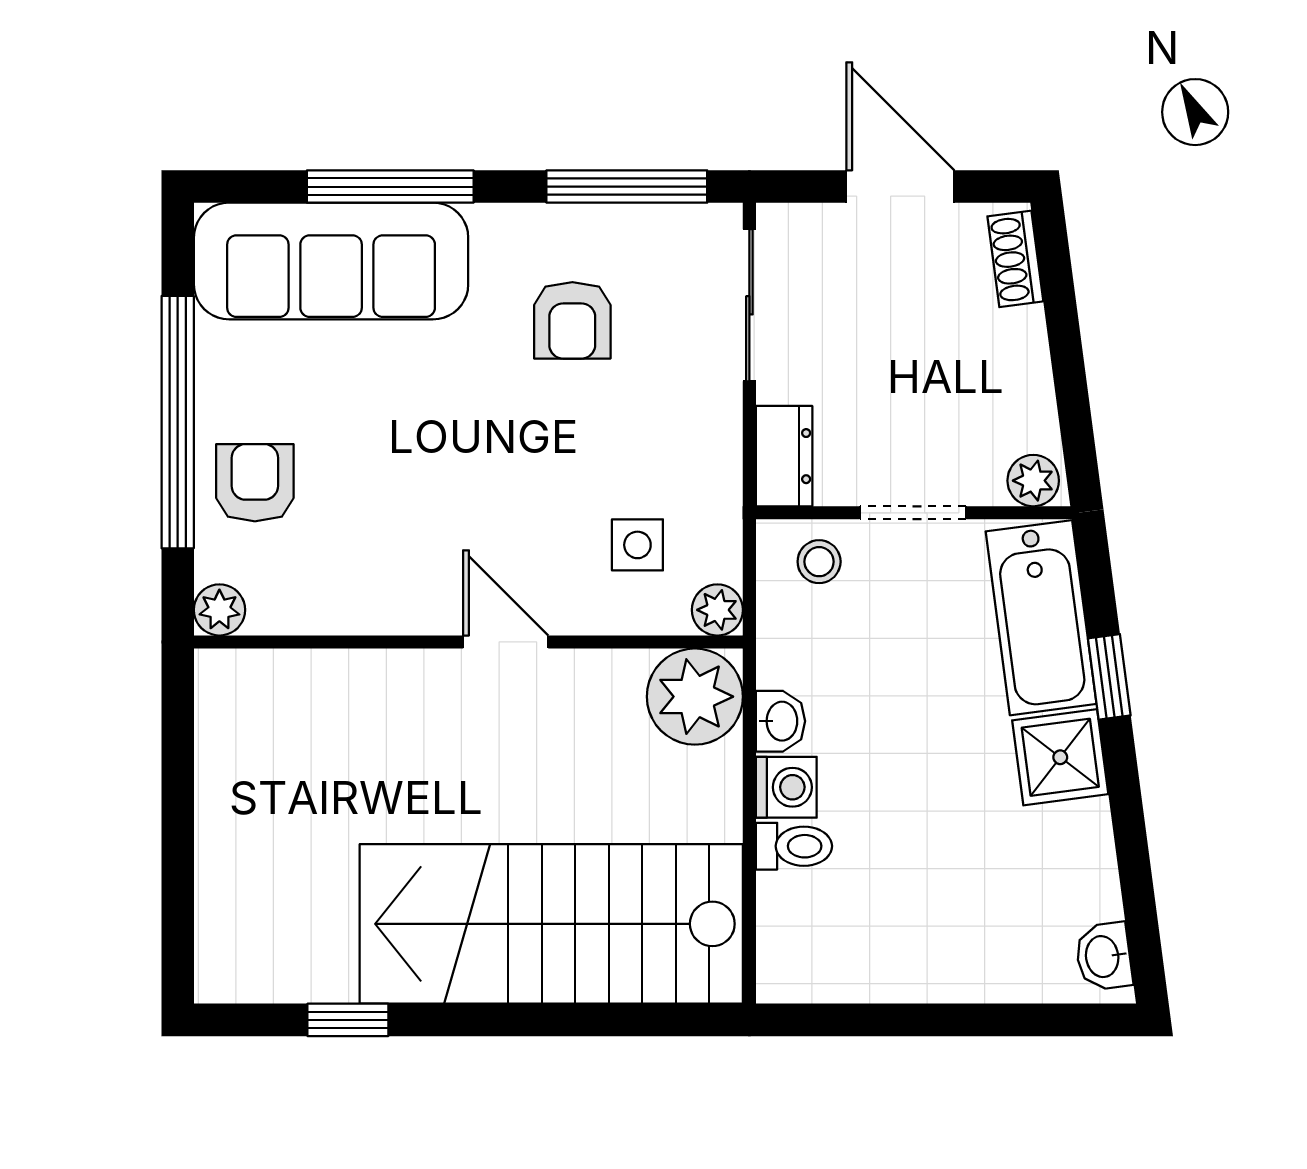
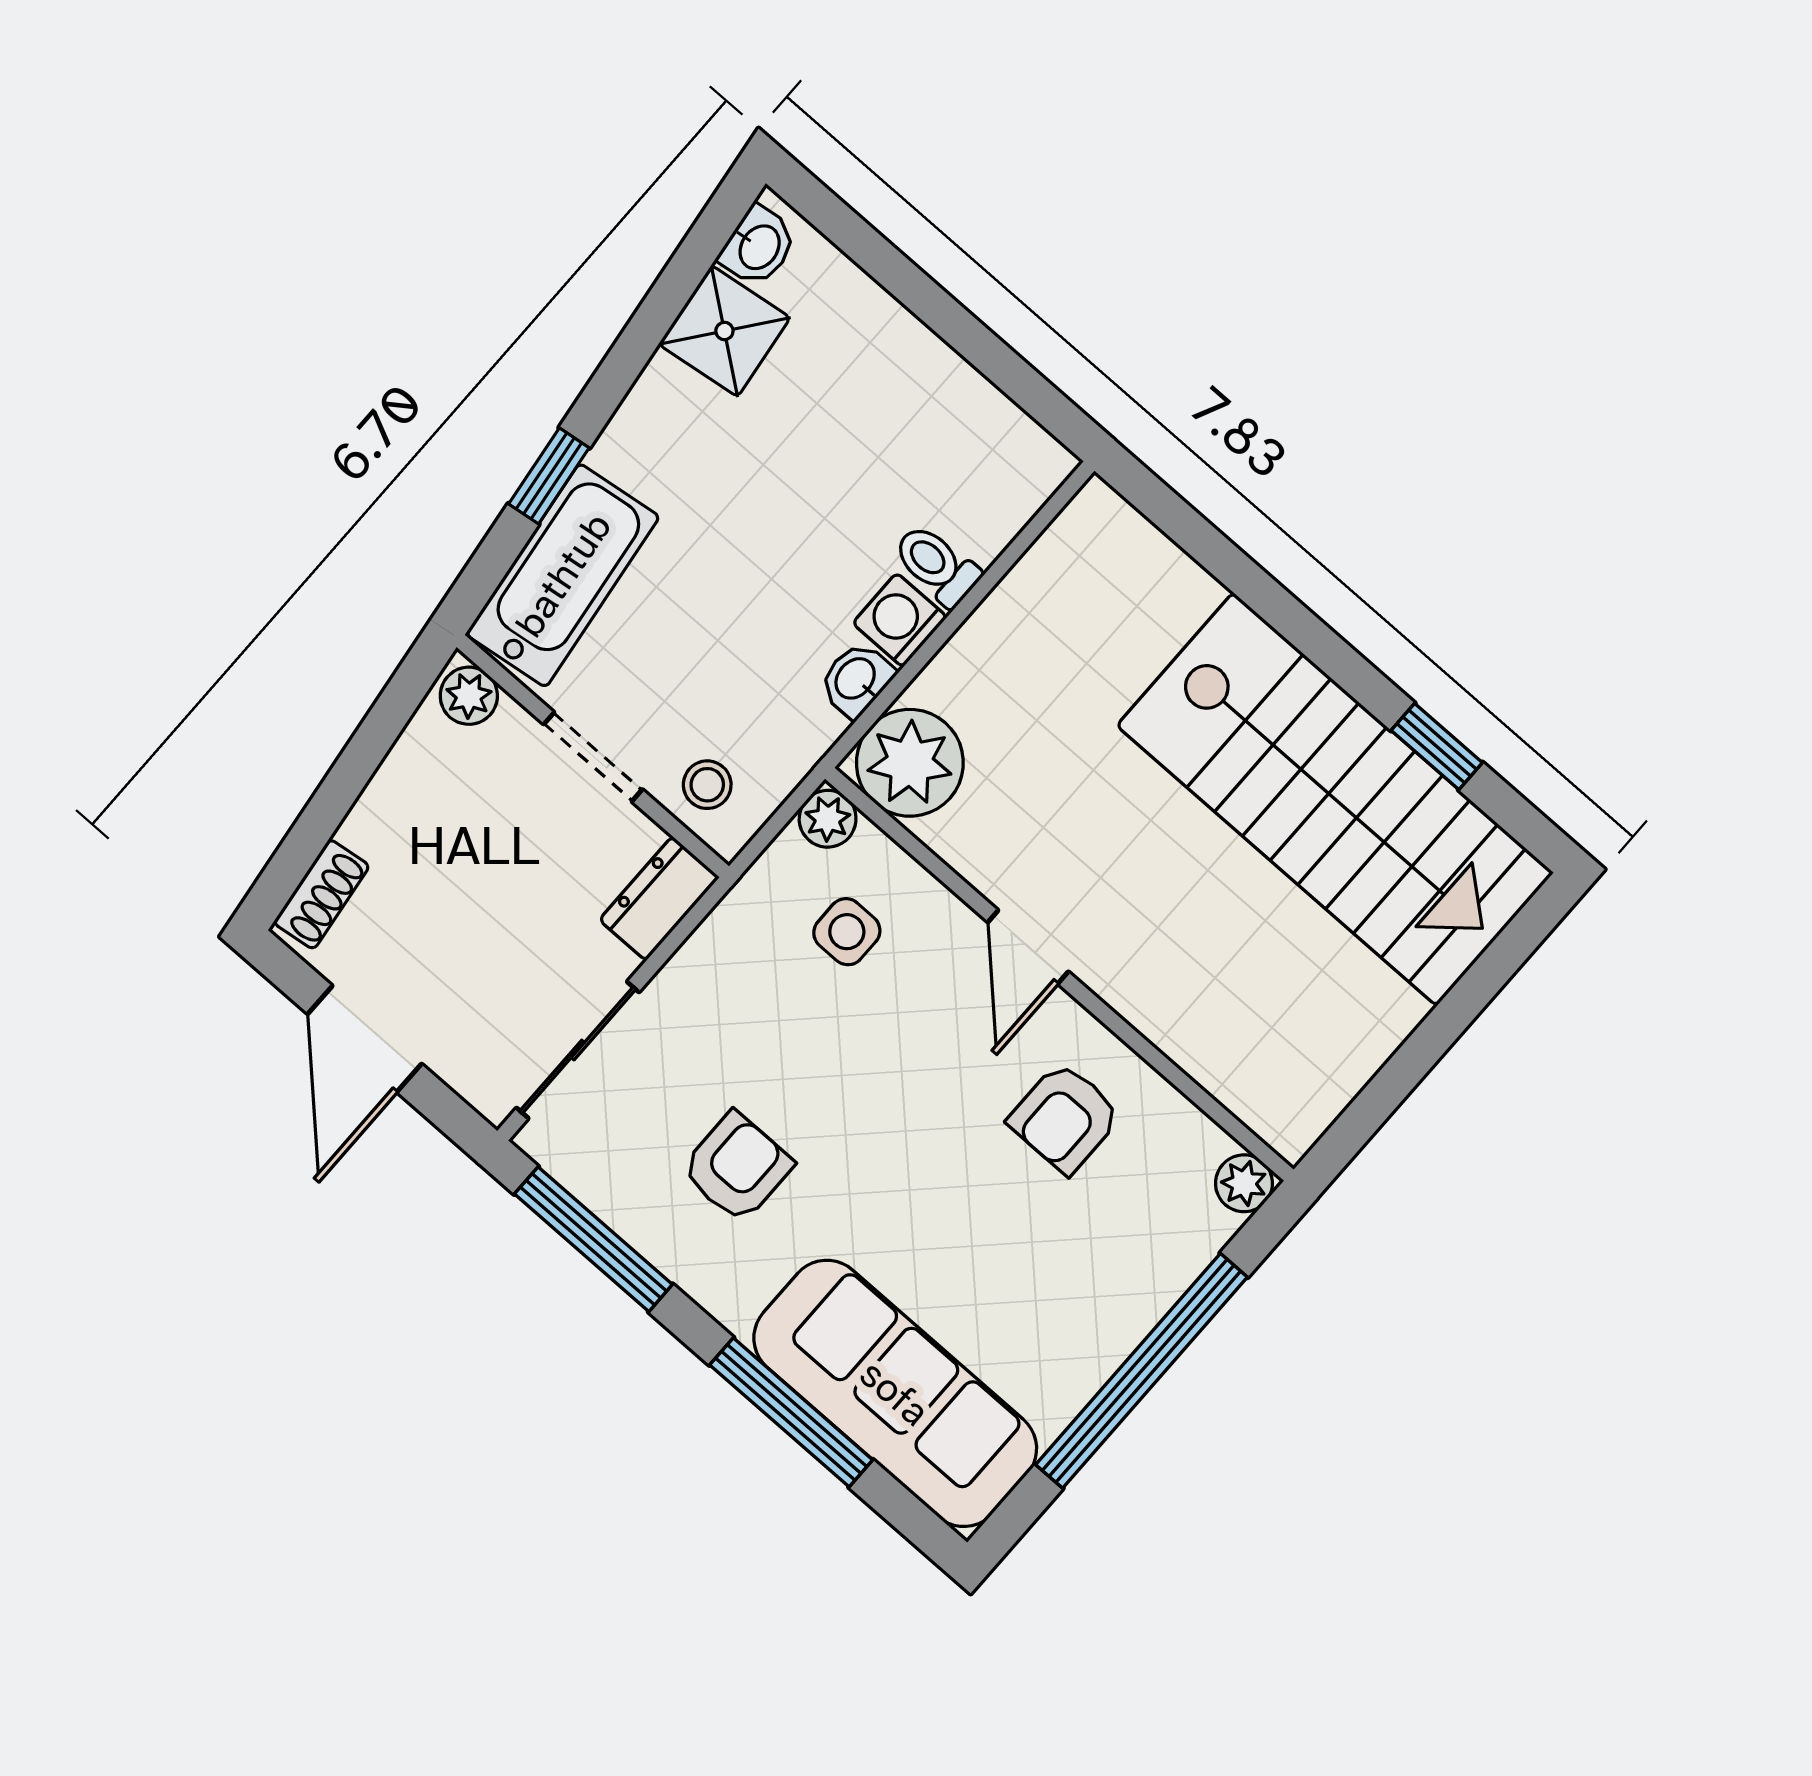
armchair: (255, 483) -> (1065, 1118), moved
shower: (1060, 757) -> (724, 331), moved
stairs: (551, 924) -> (1335, 799), moved

